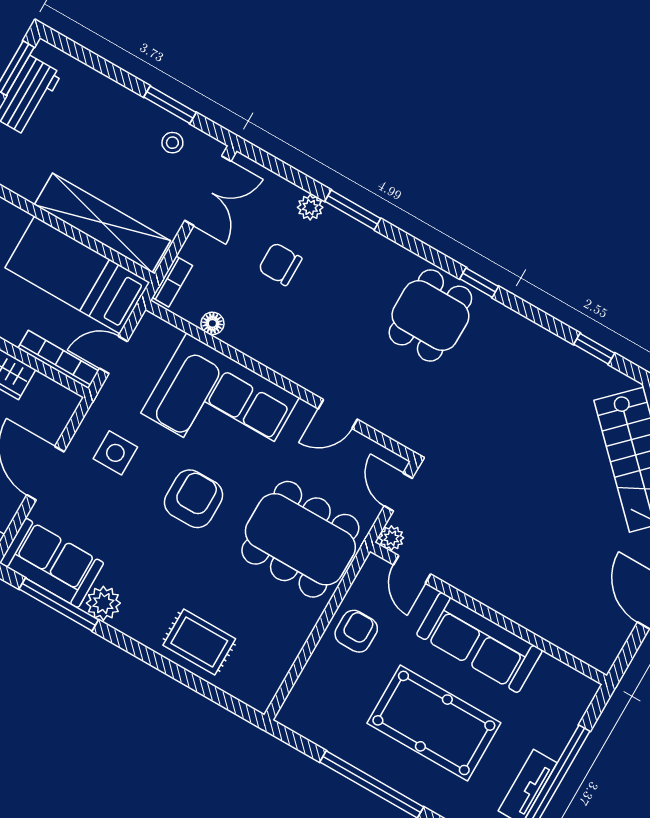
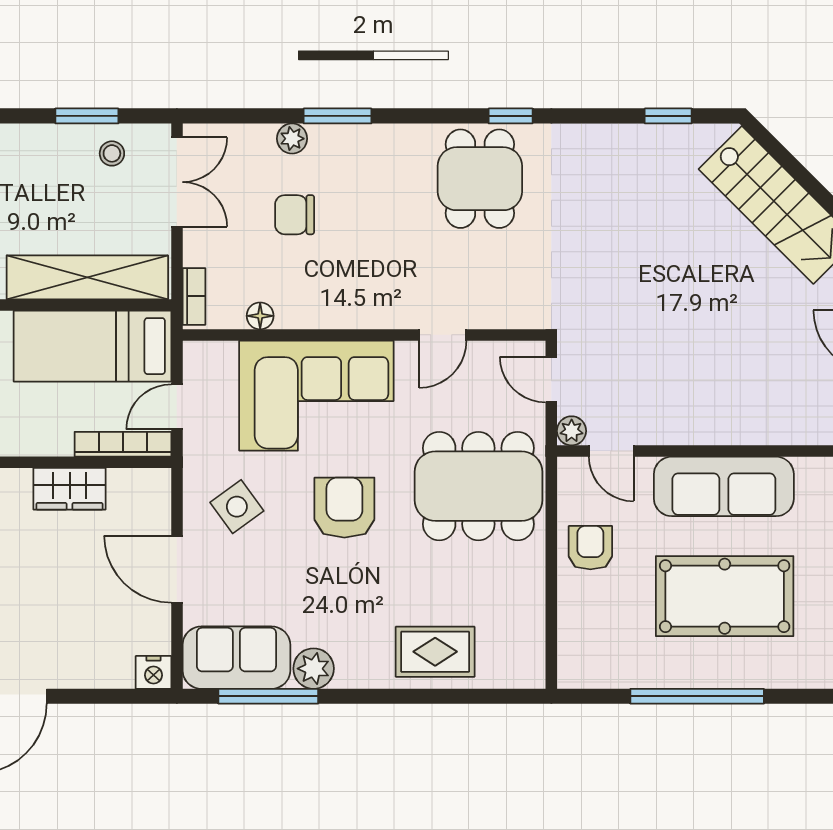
side table: (115, 453) -> (237, 507), turned -36

